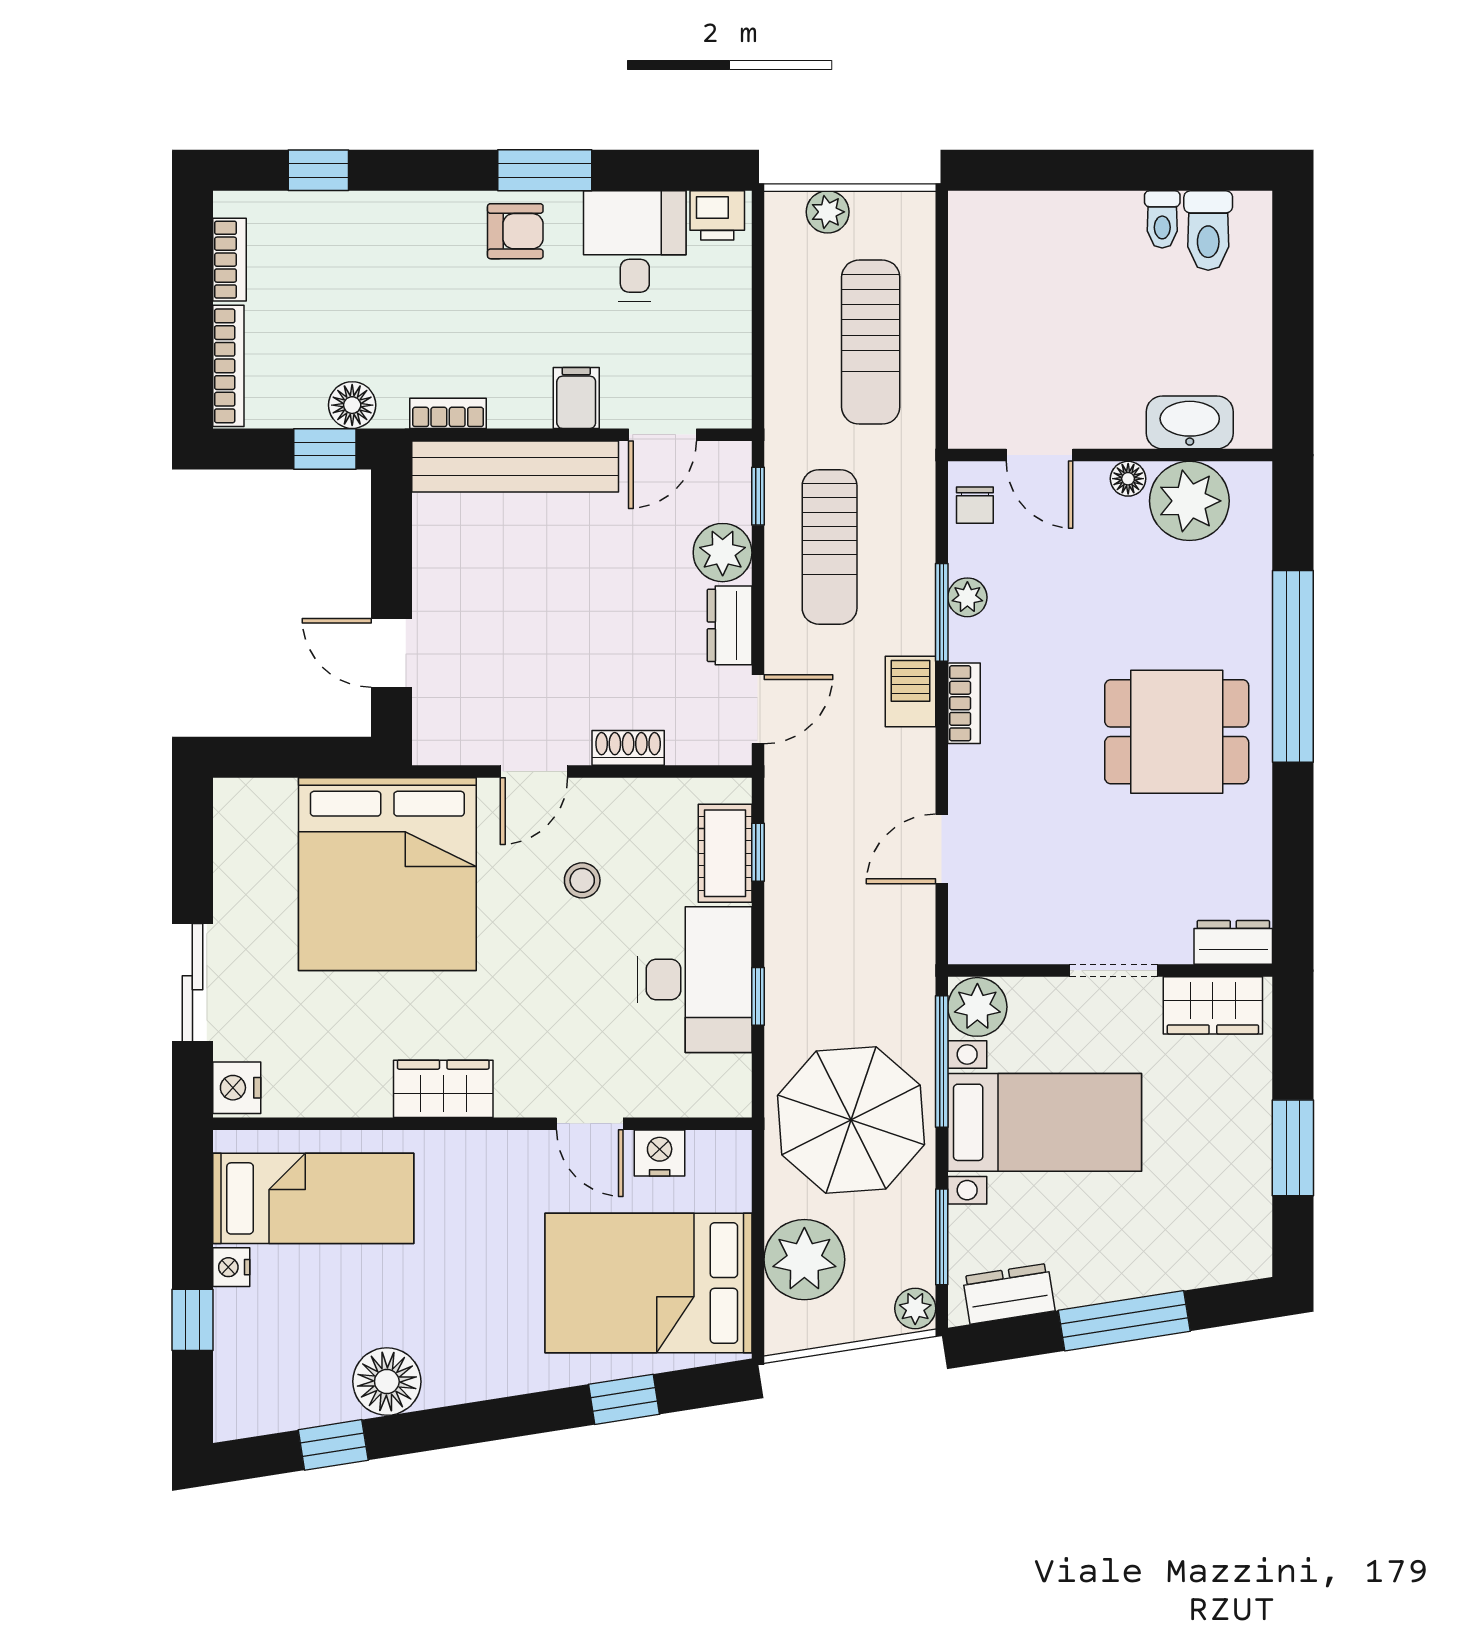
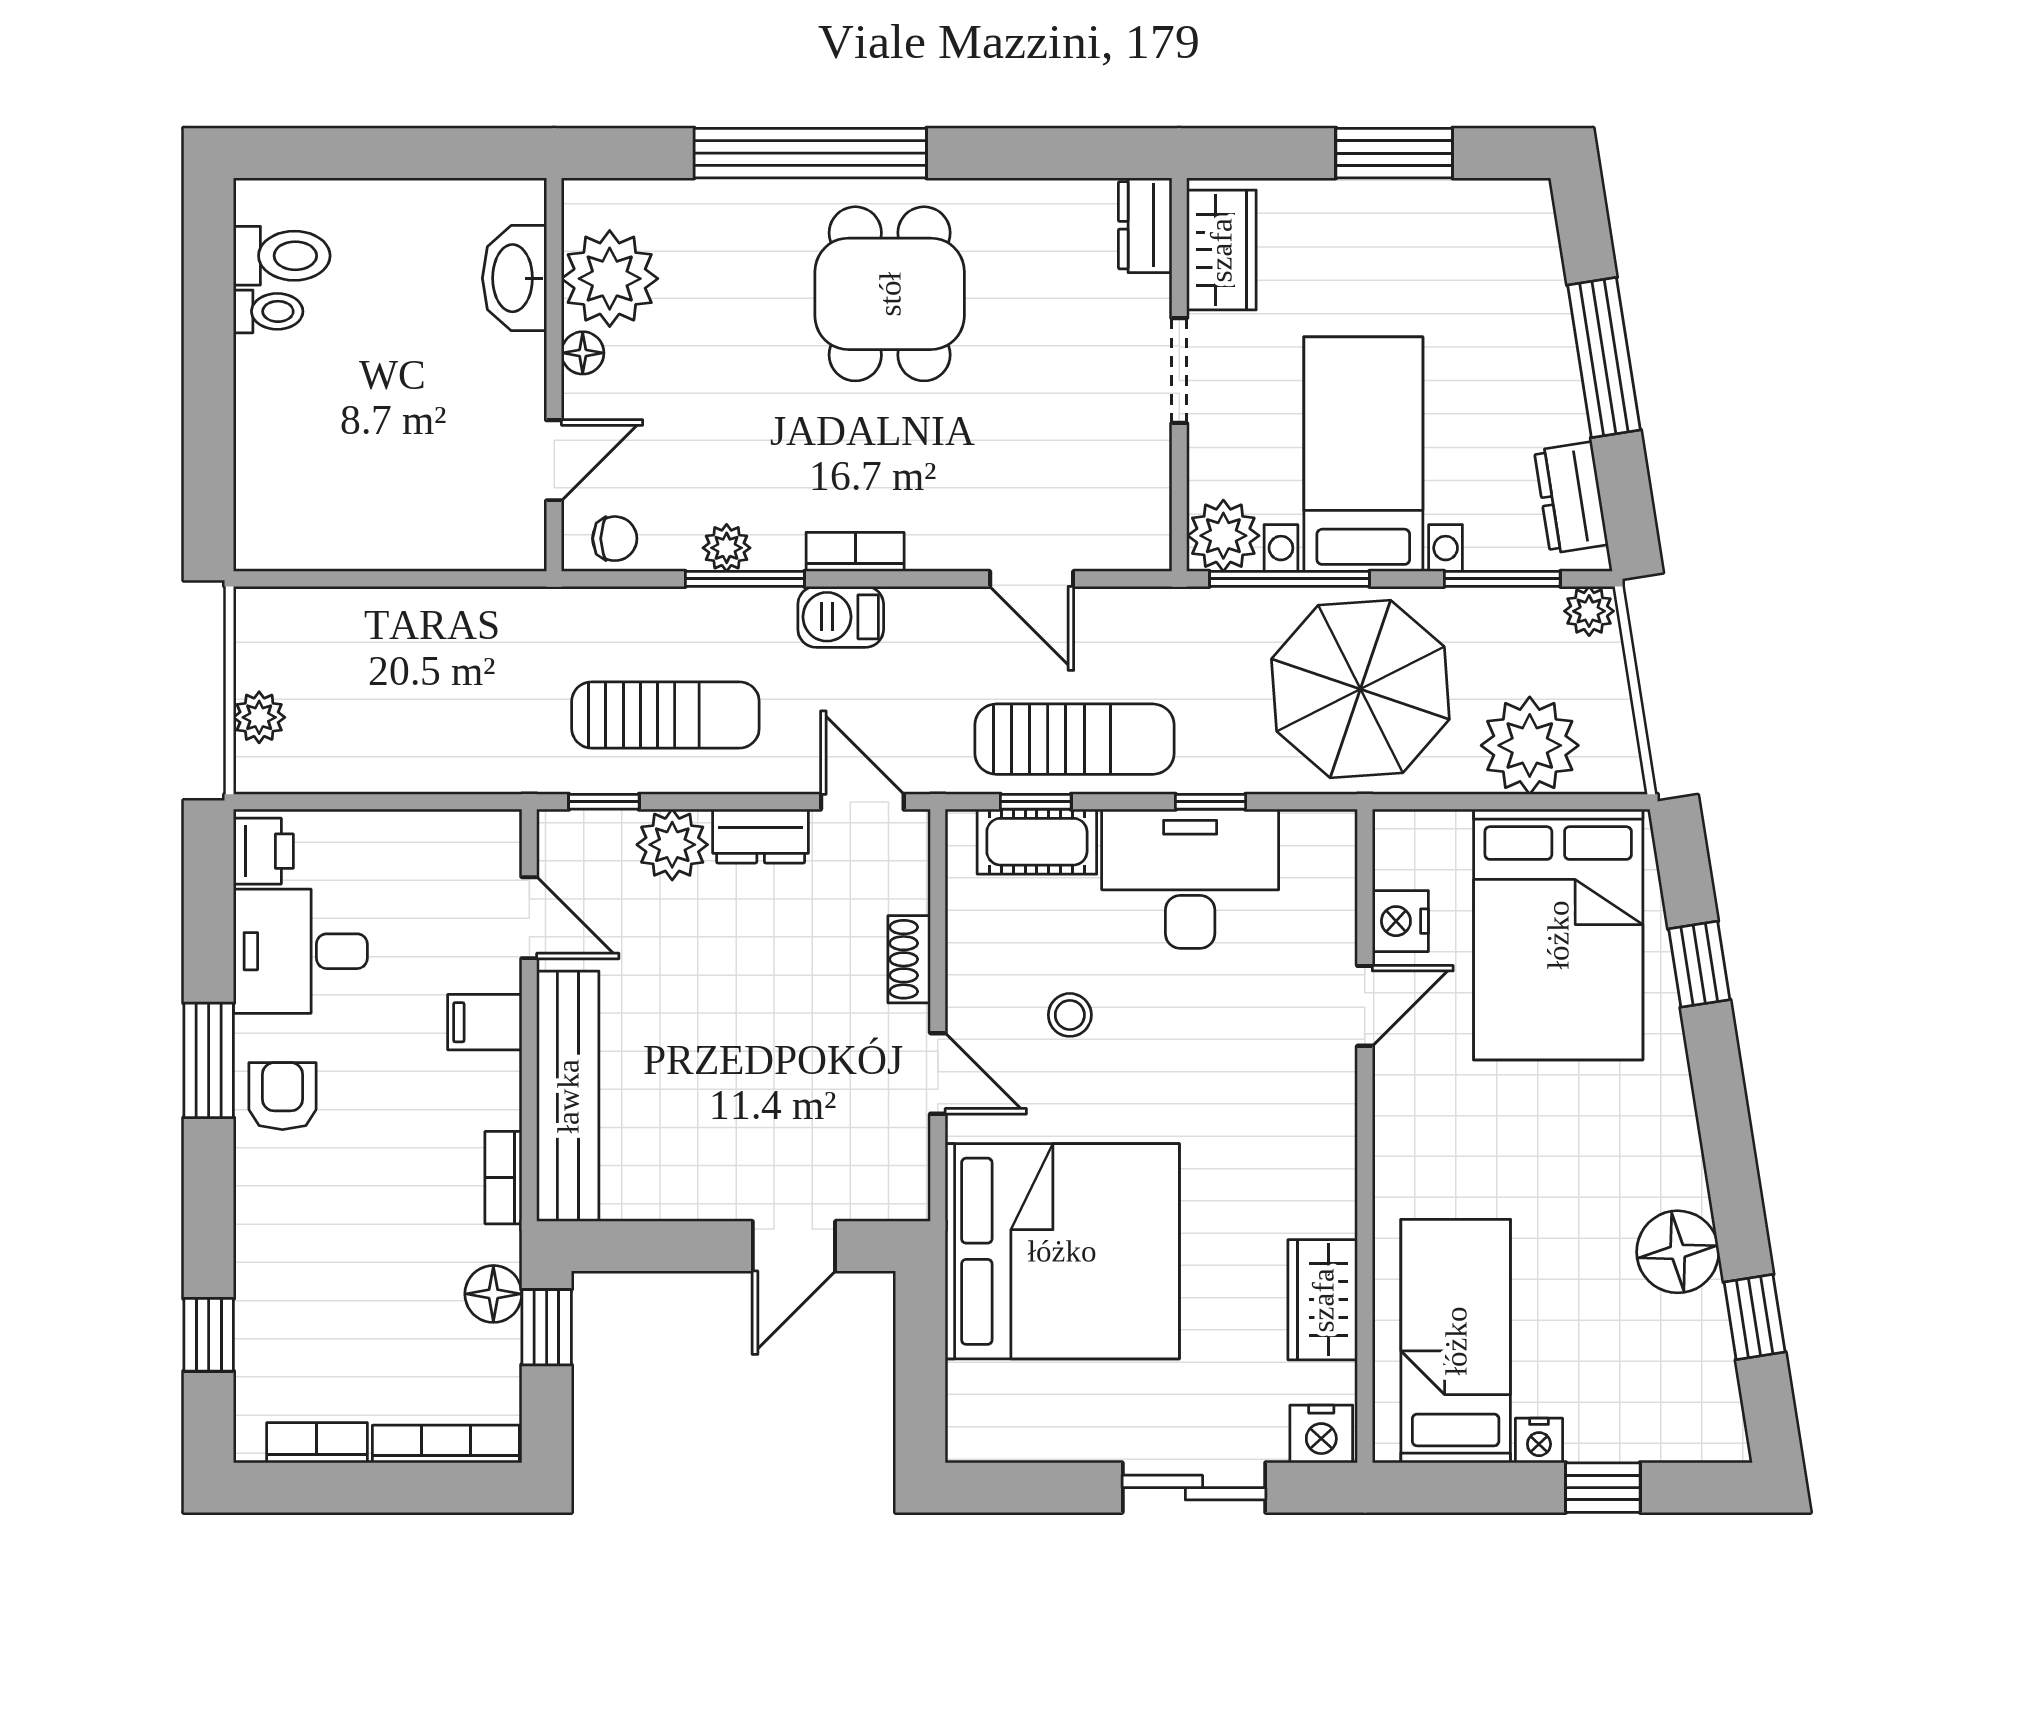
sun lounger: (871, 342) -> (1074, 739), moved
wardrobe: (443, 1089) -> (1323, 1300), moved

